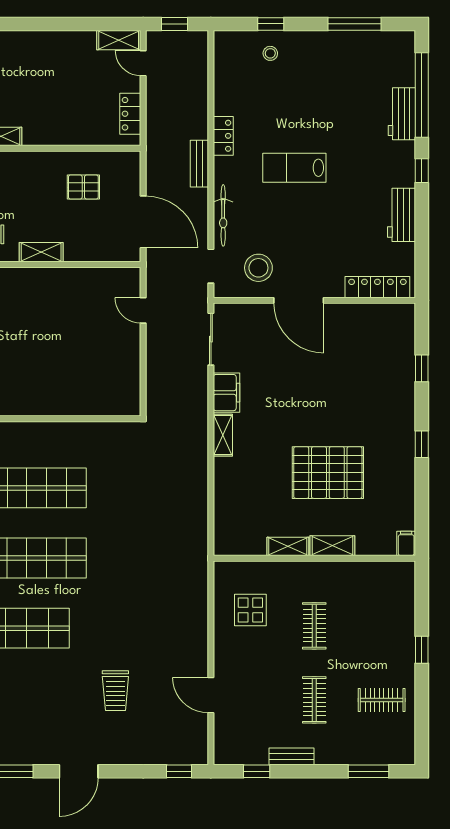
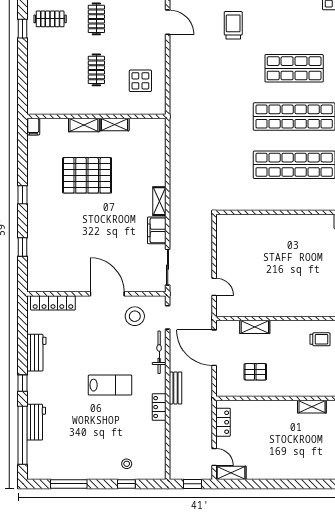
shelving: (41, 252) -> (255, 327), moved
window: (422, 650) -> (22, 29), moved

